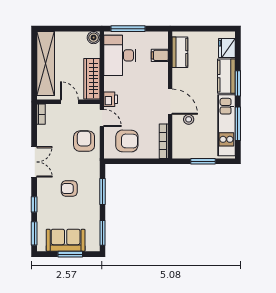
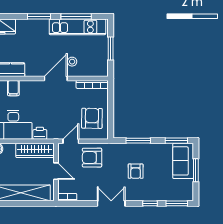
kitchen counter: (226, 76) -> (32, 27), removed
printer: (111, 99) -> (40, 133), moved
door: (69, 102) -> (56, 171), swing flipped
sofa: (66, 240) -> (183, 161), moved

